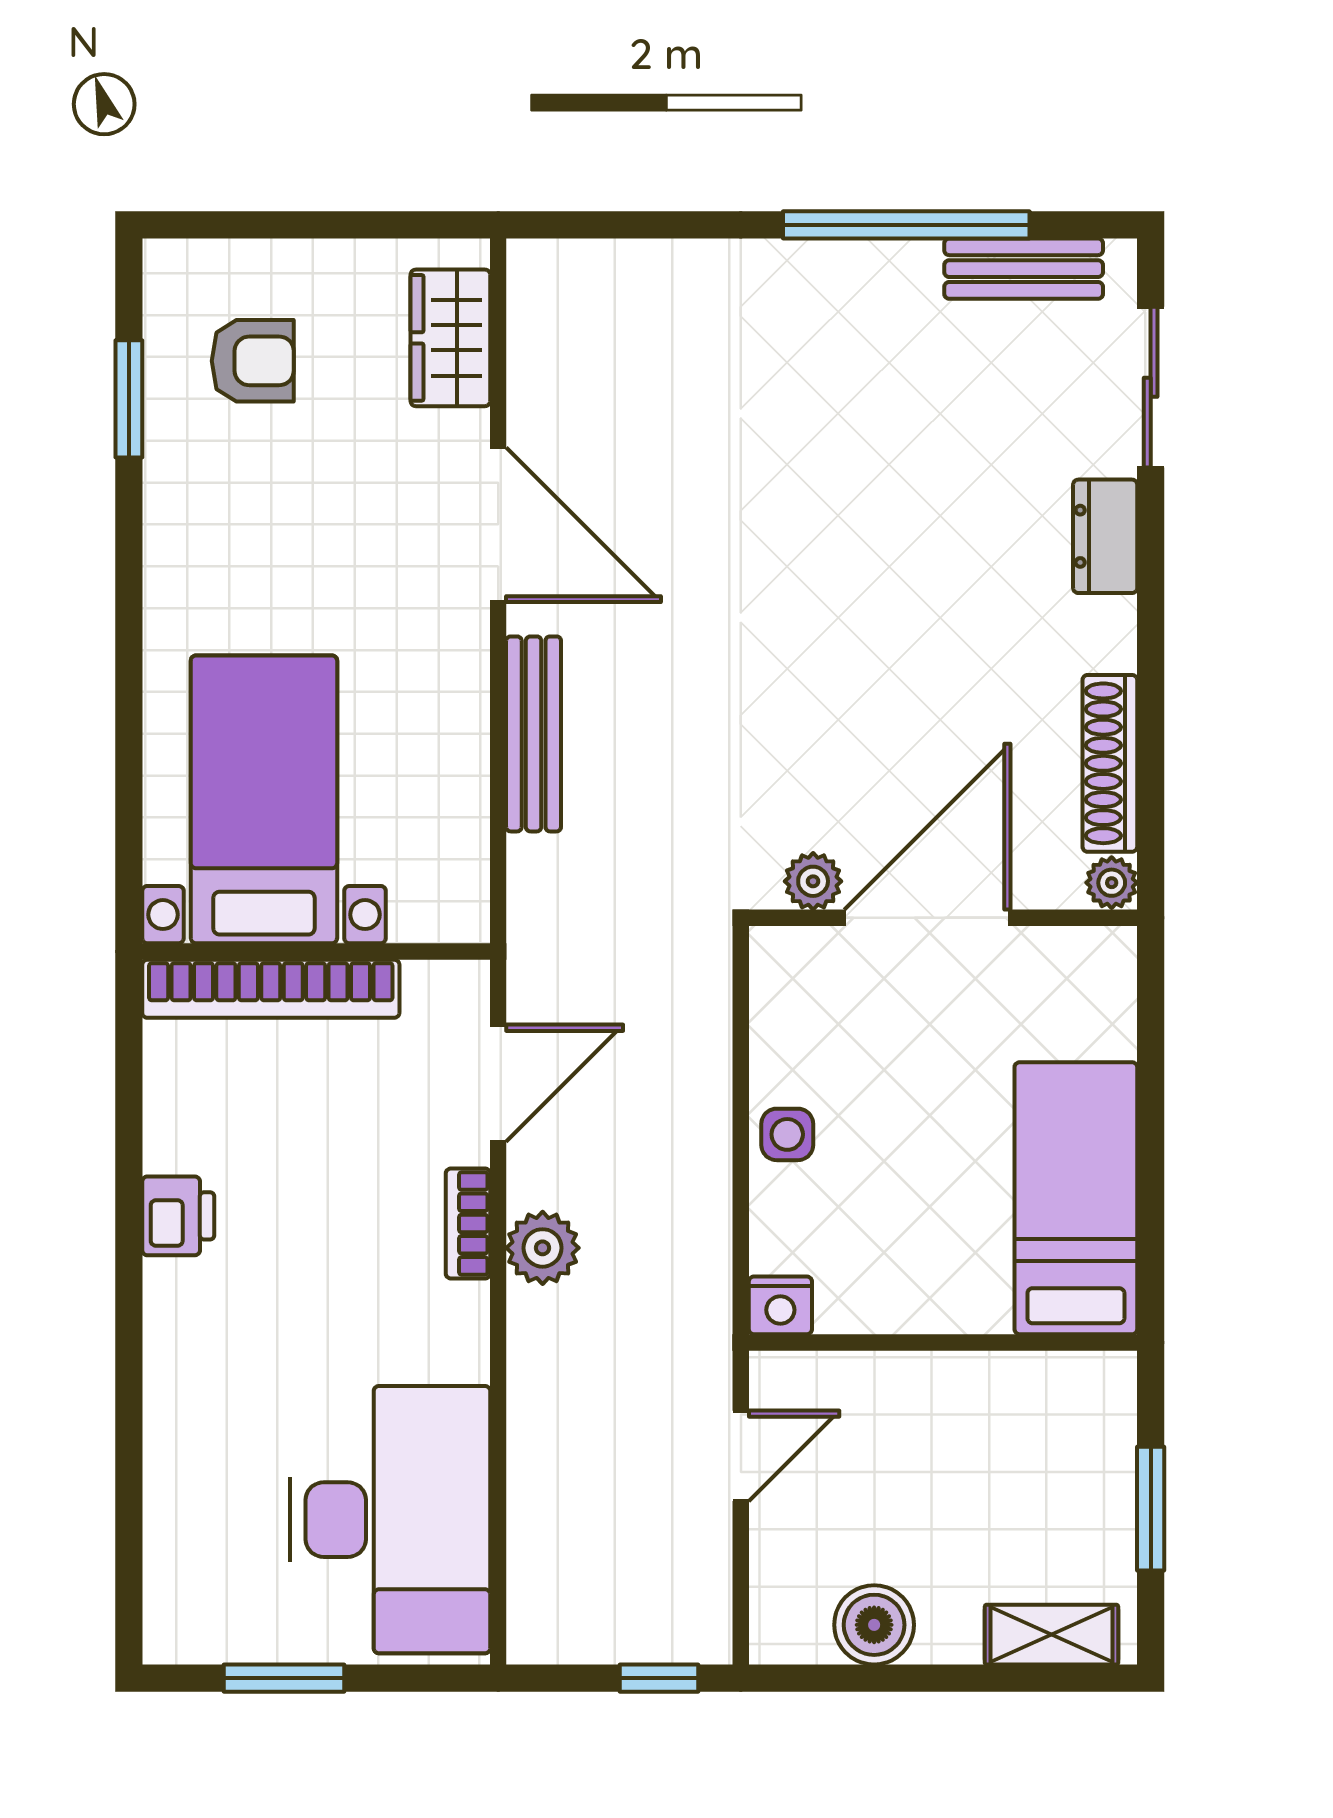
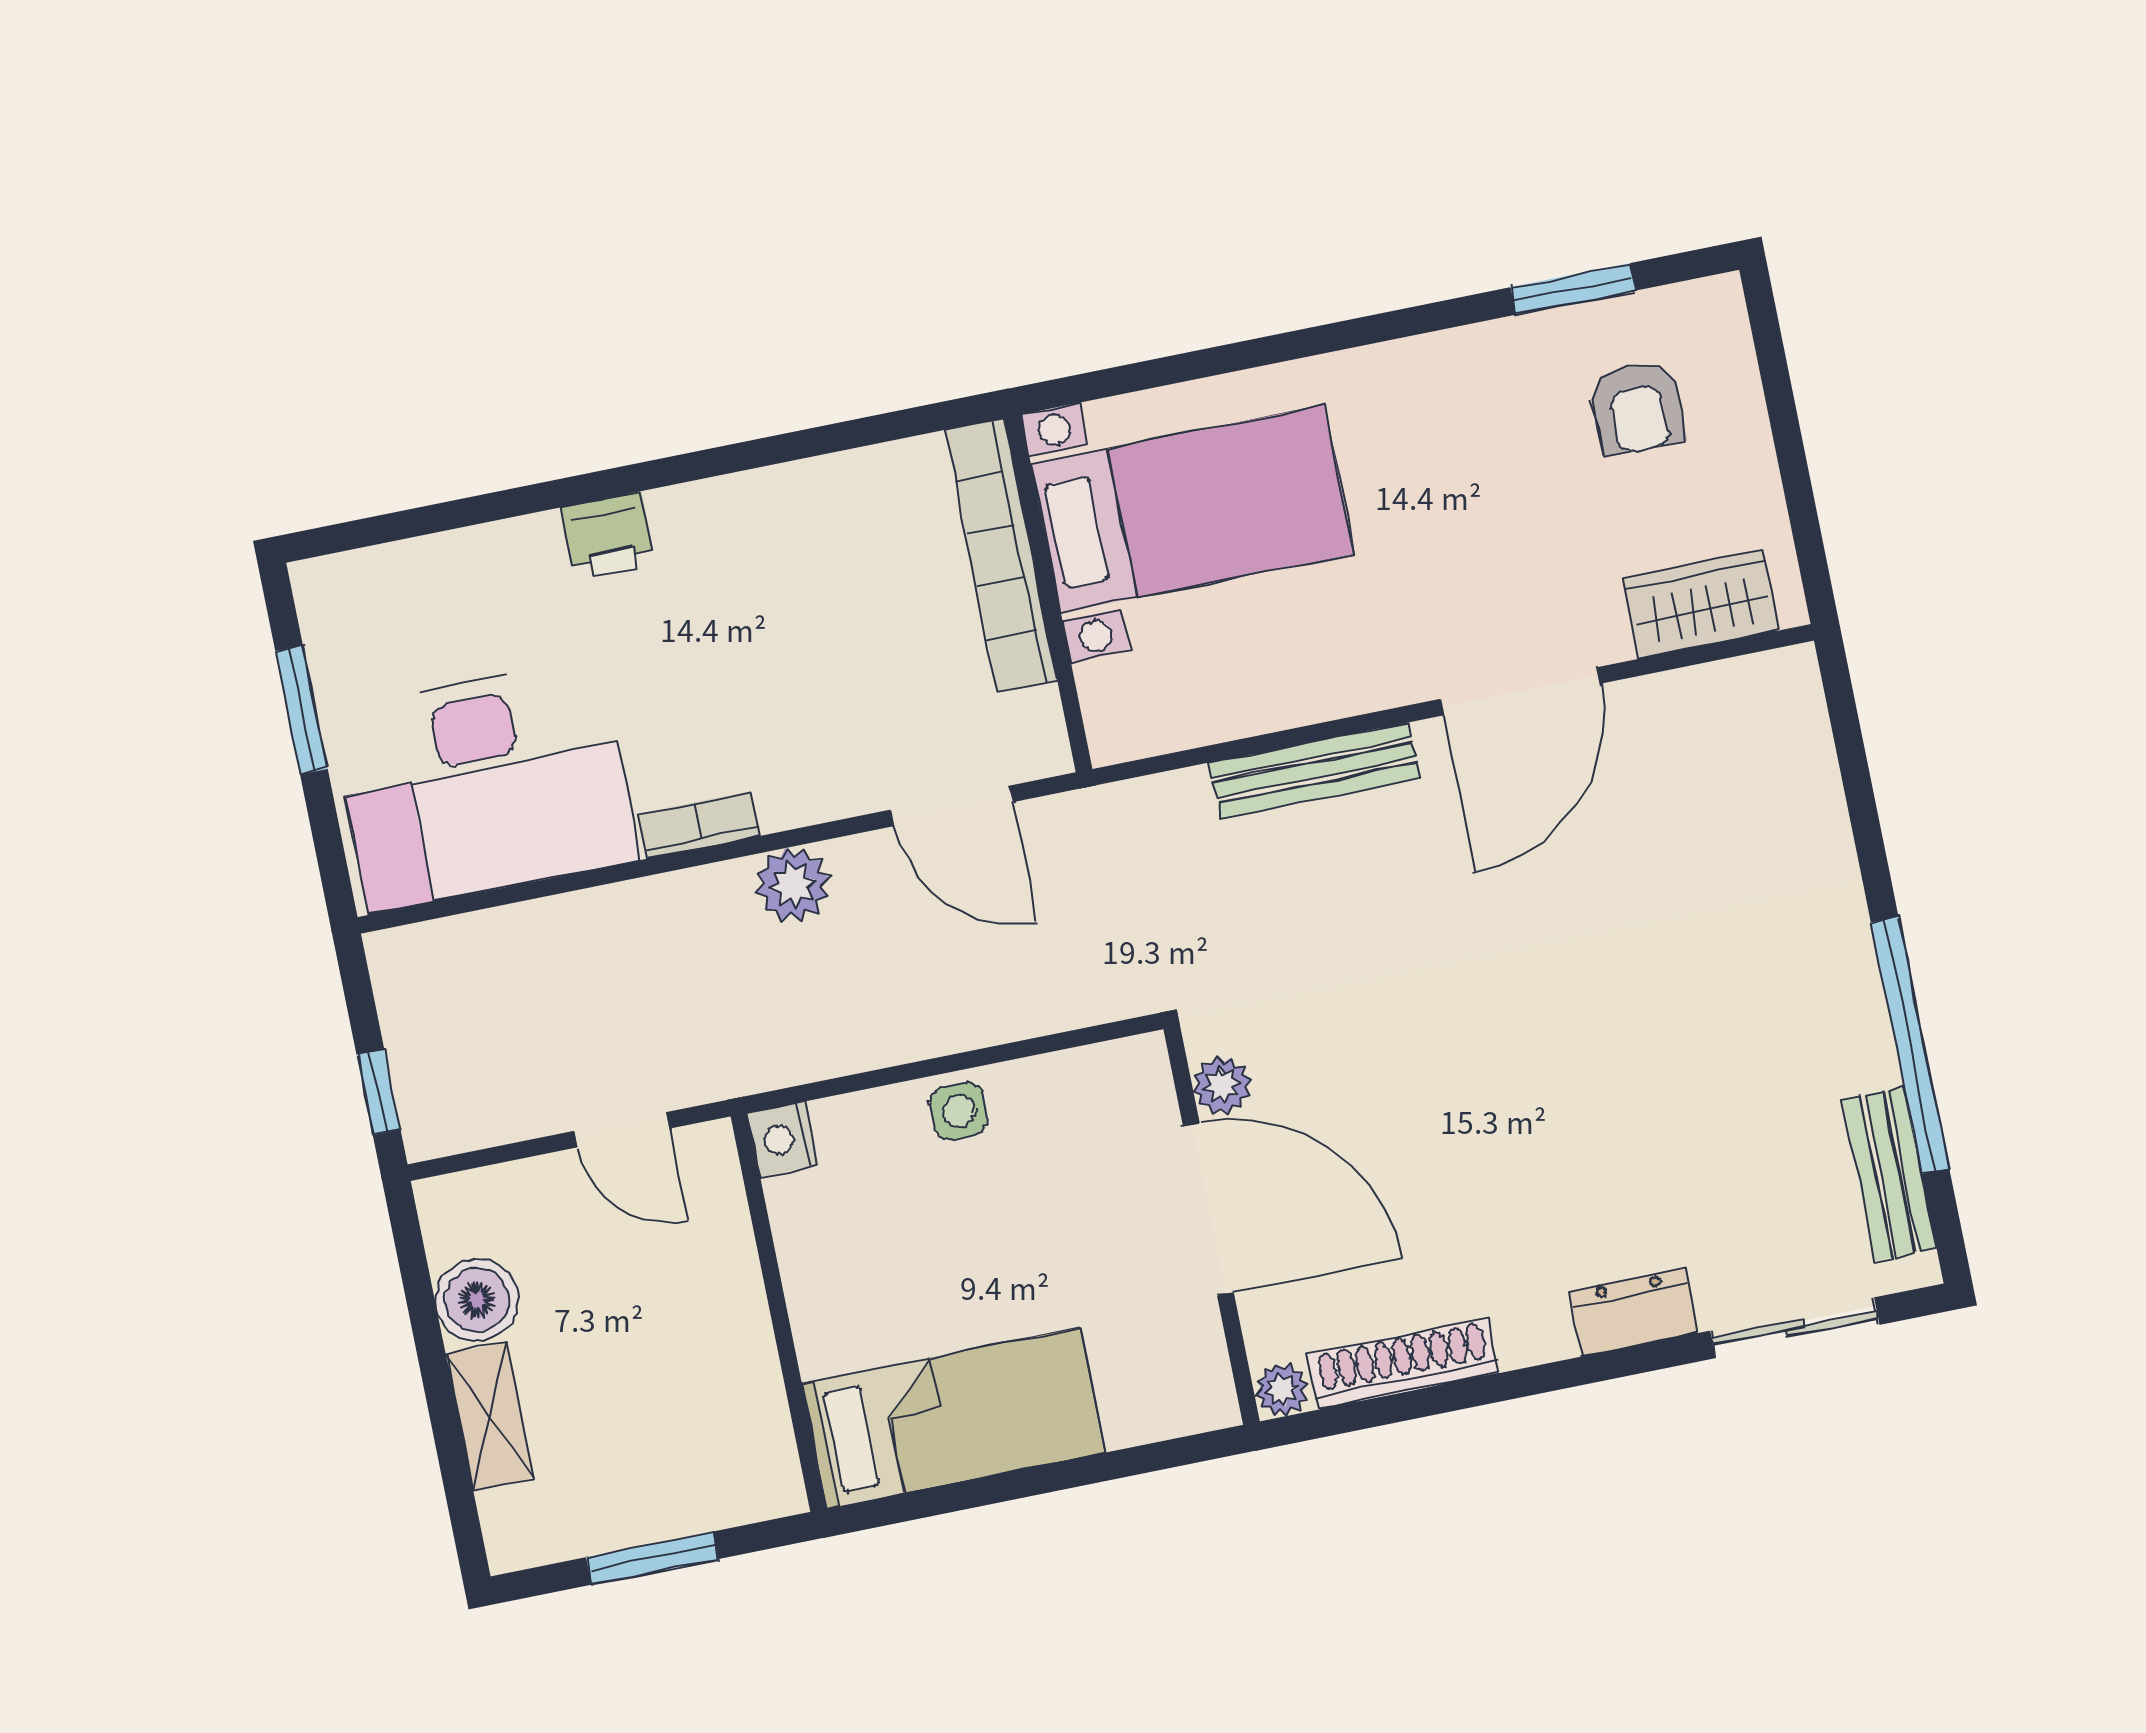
printer: (178, 1216) -> (608, 536), moved
bookcase: (468, 1223) -> (699, 825), moved
shelving: (1051, 1635) -> (490, 1416), moved

